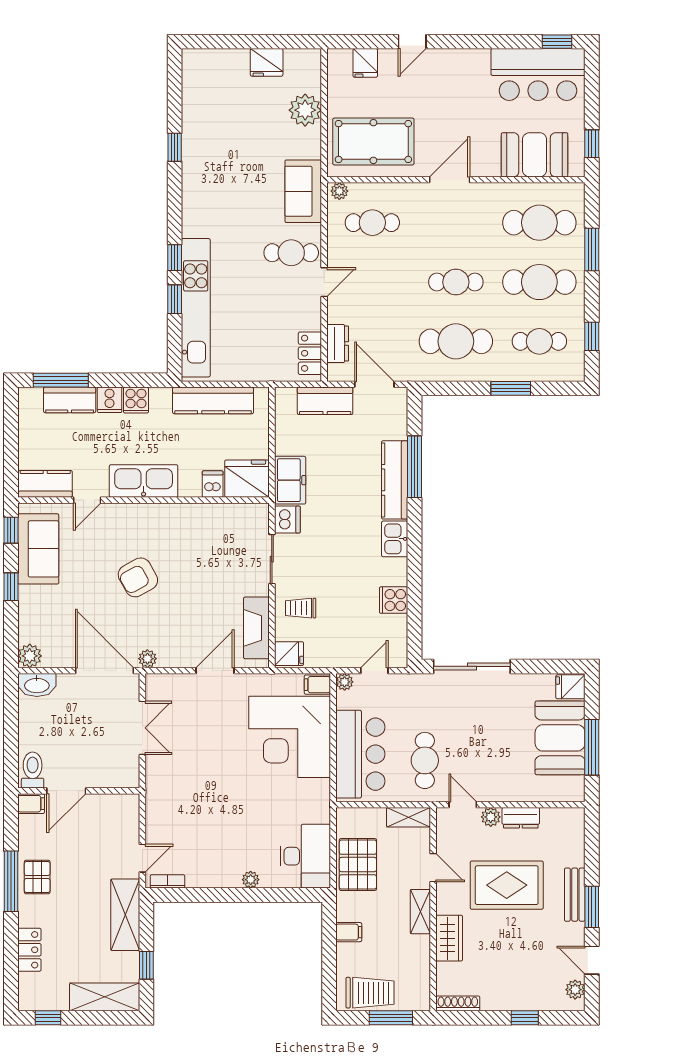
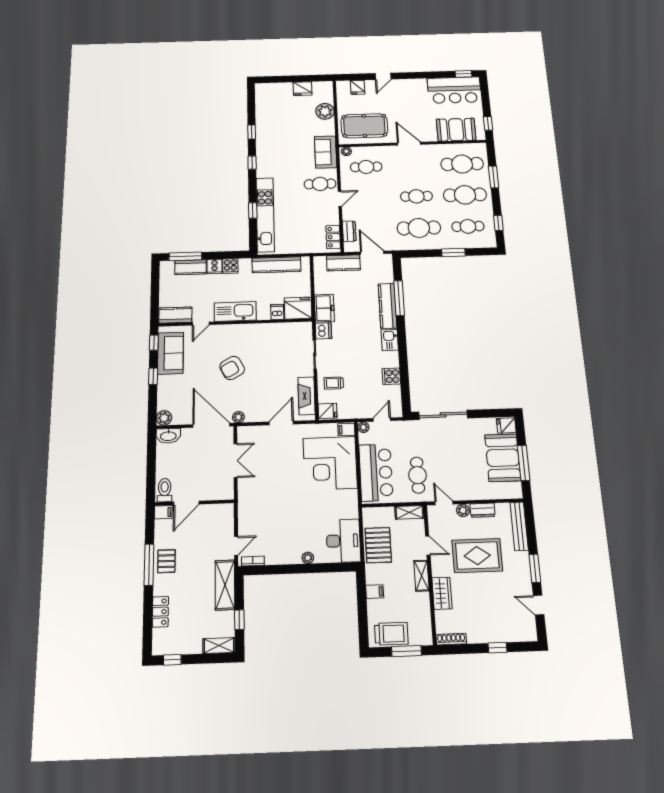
door: (450, 180) -> (409, 144), hinge flipped
window: (175, 258) -> (252, 163), moved
bench: (575, 895) -> (519, 526), moved, width x1.36
plant: (575, 990) -> (530, 626), removed
shelving: (105, 997) -> (219, 646), width x0.67, depth x0.75

